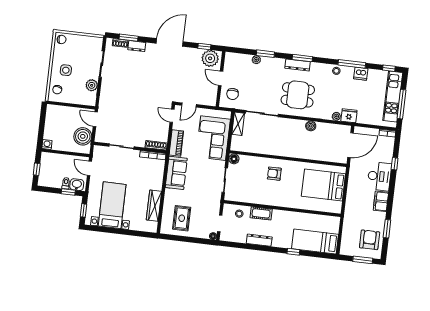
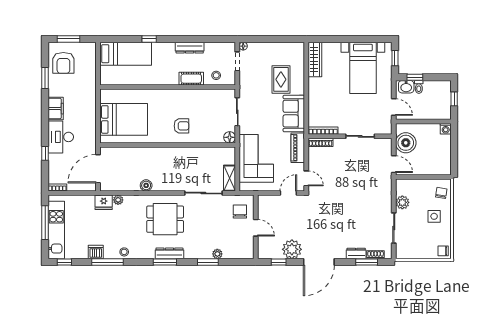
plant: (210, 58) -> (292, 249), moved
wardrobe: (154, 206) -> (315, 60), moved
rug: (182, 218) -> (281, 79), moved

